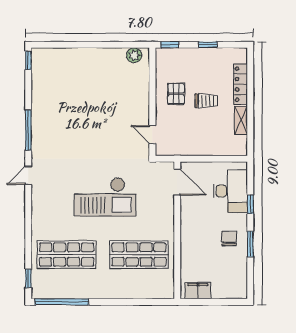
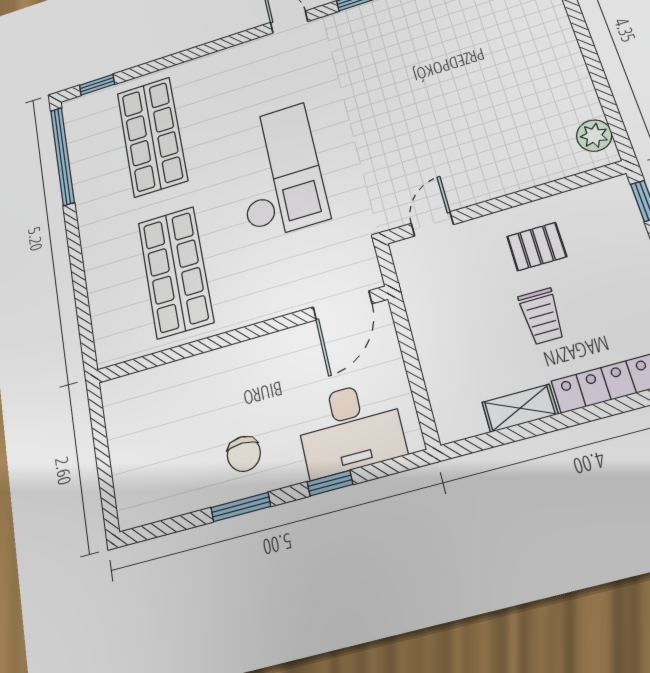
checkout: (105, 197) -> (278, 171), turned 180
chair: (229, 238) -> (244, 454), turned 90
filing cabinet: (198, 291) -> (121, 415), removed

